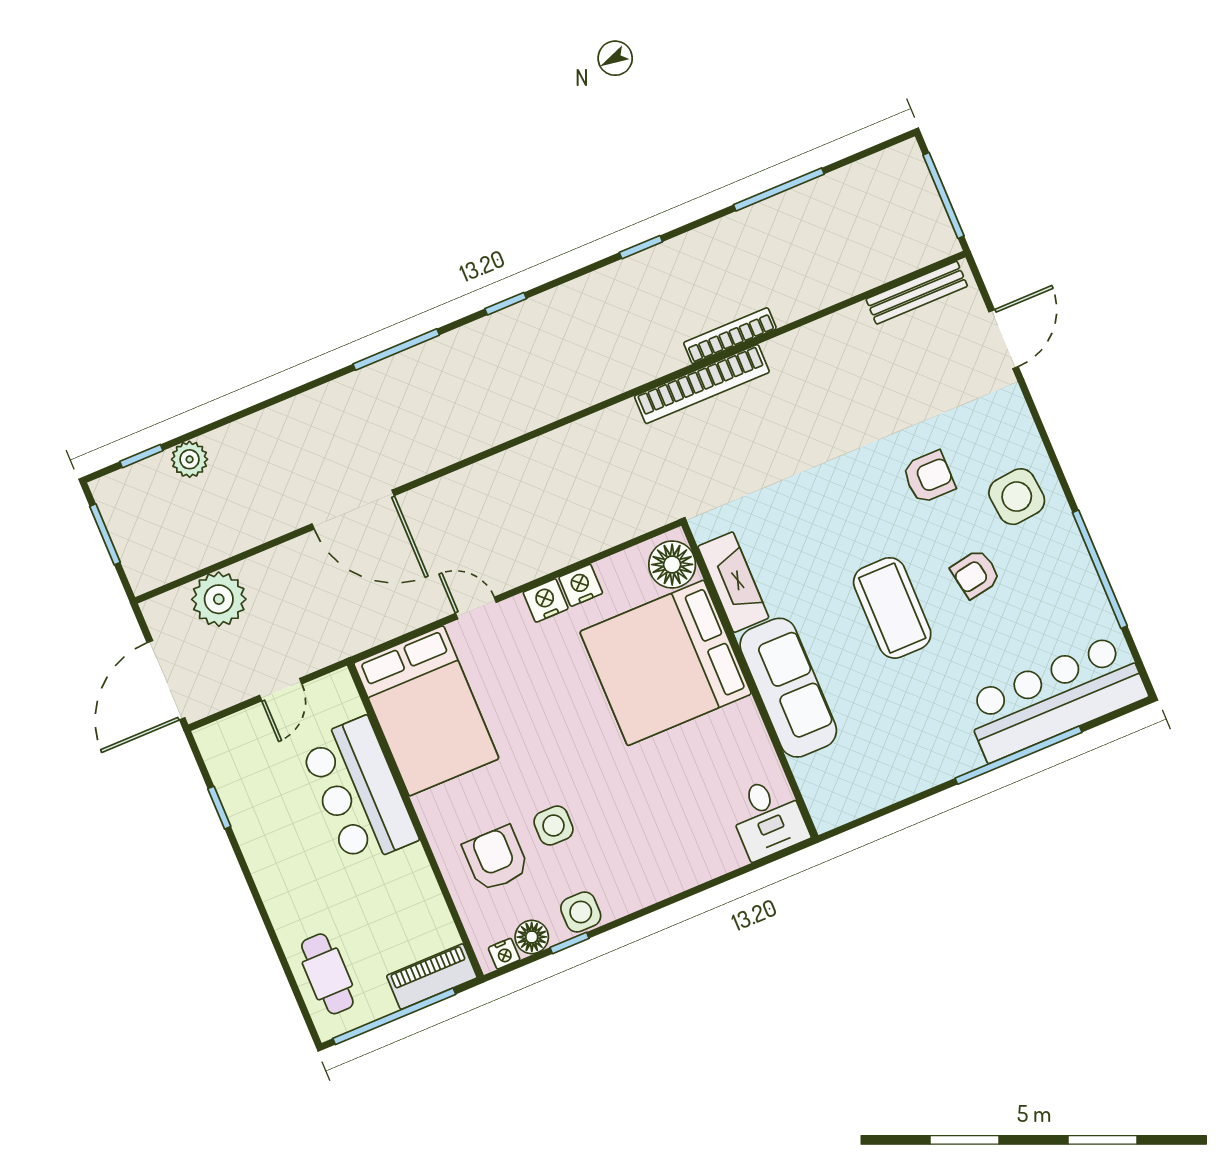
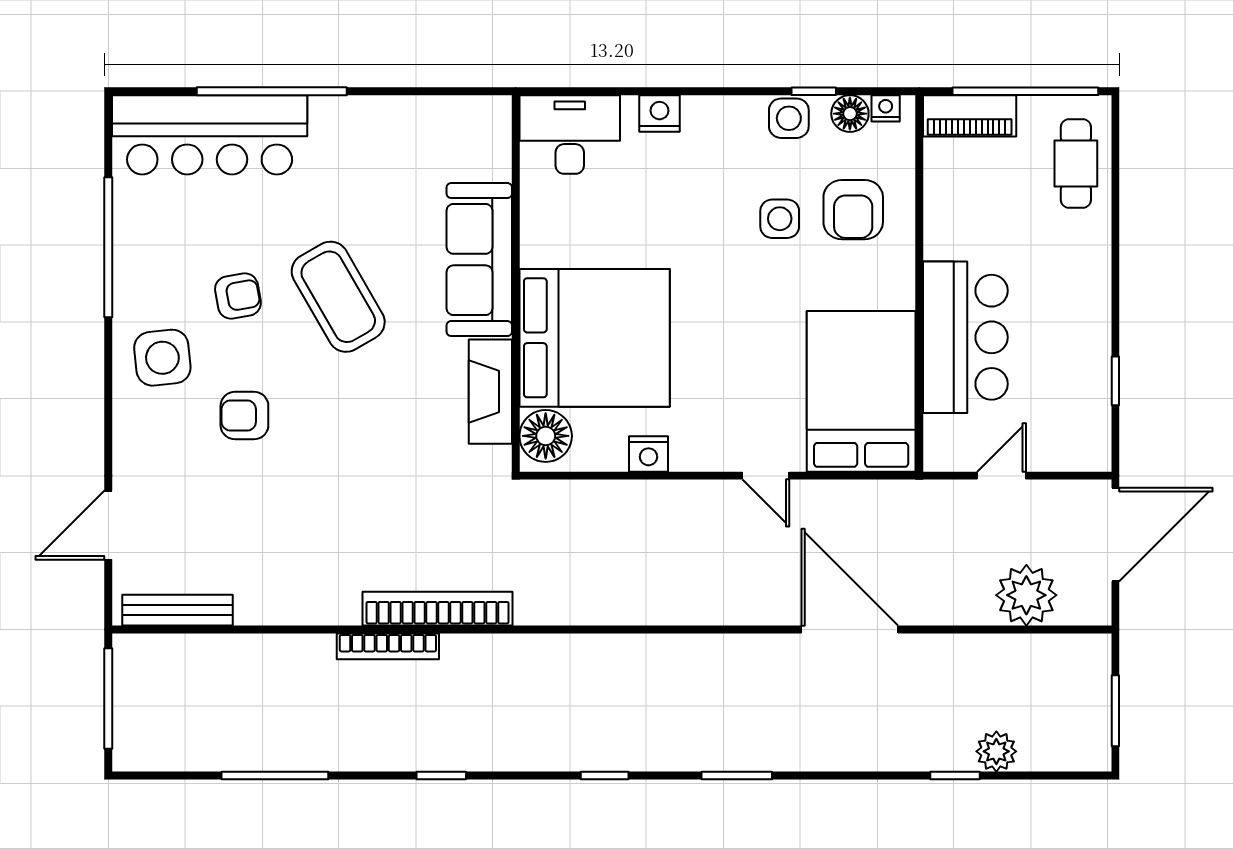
window: (396, 350) -> (737, 775), width x0.69
window: (141, 456) -> (955, 775), moved
nightstand: (546, 600) -> (660, 114), moved, turned 180
coffee table: (892, 608) -> (338, 297), turned -30
desk: (768, 818) -> (570, 135), width x1.37

